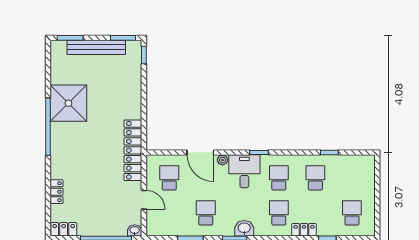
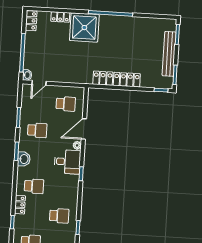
shower: (68, 103) -> (84, 28), moved
locker: (133, 150) -> (117, 79), moved
school desk: (279, 178) -> (61, 188), removed
door: (144, 200) -> (39, 83), moved

